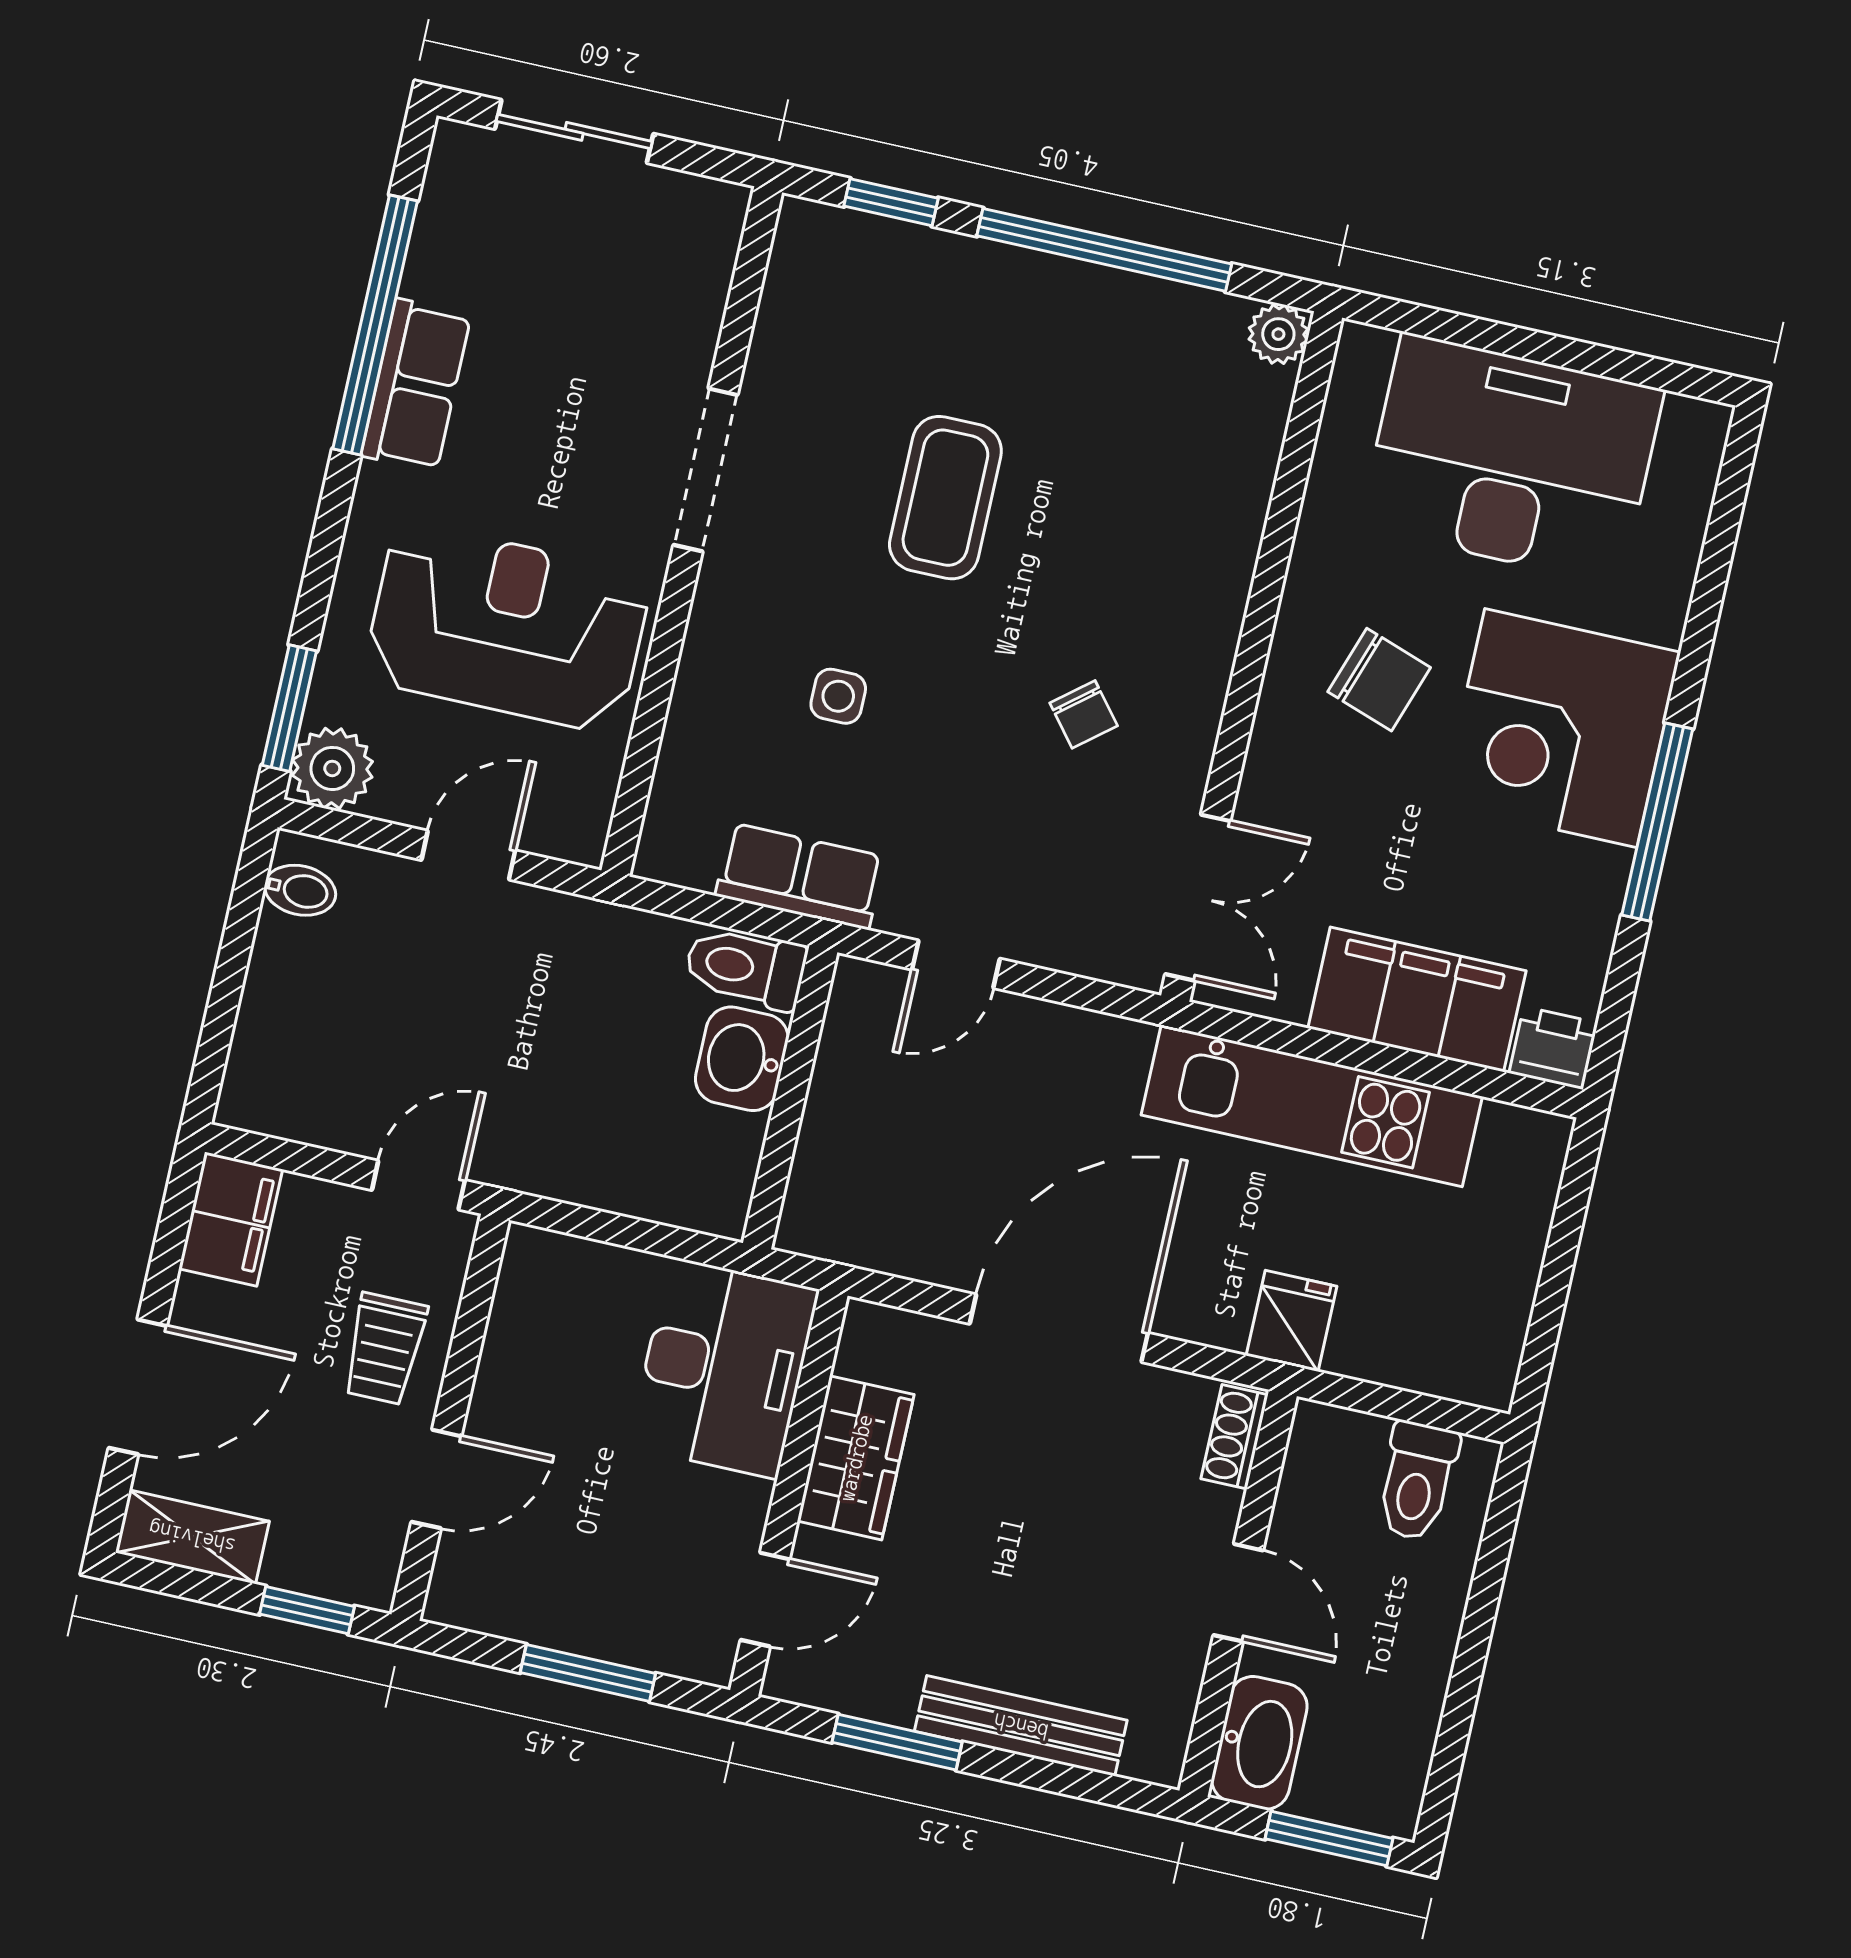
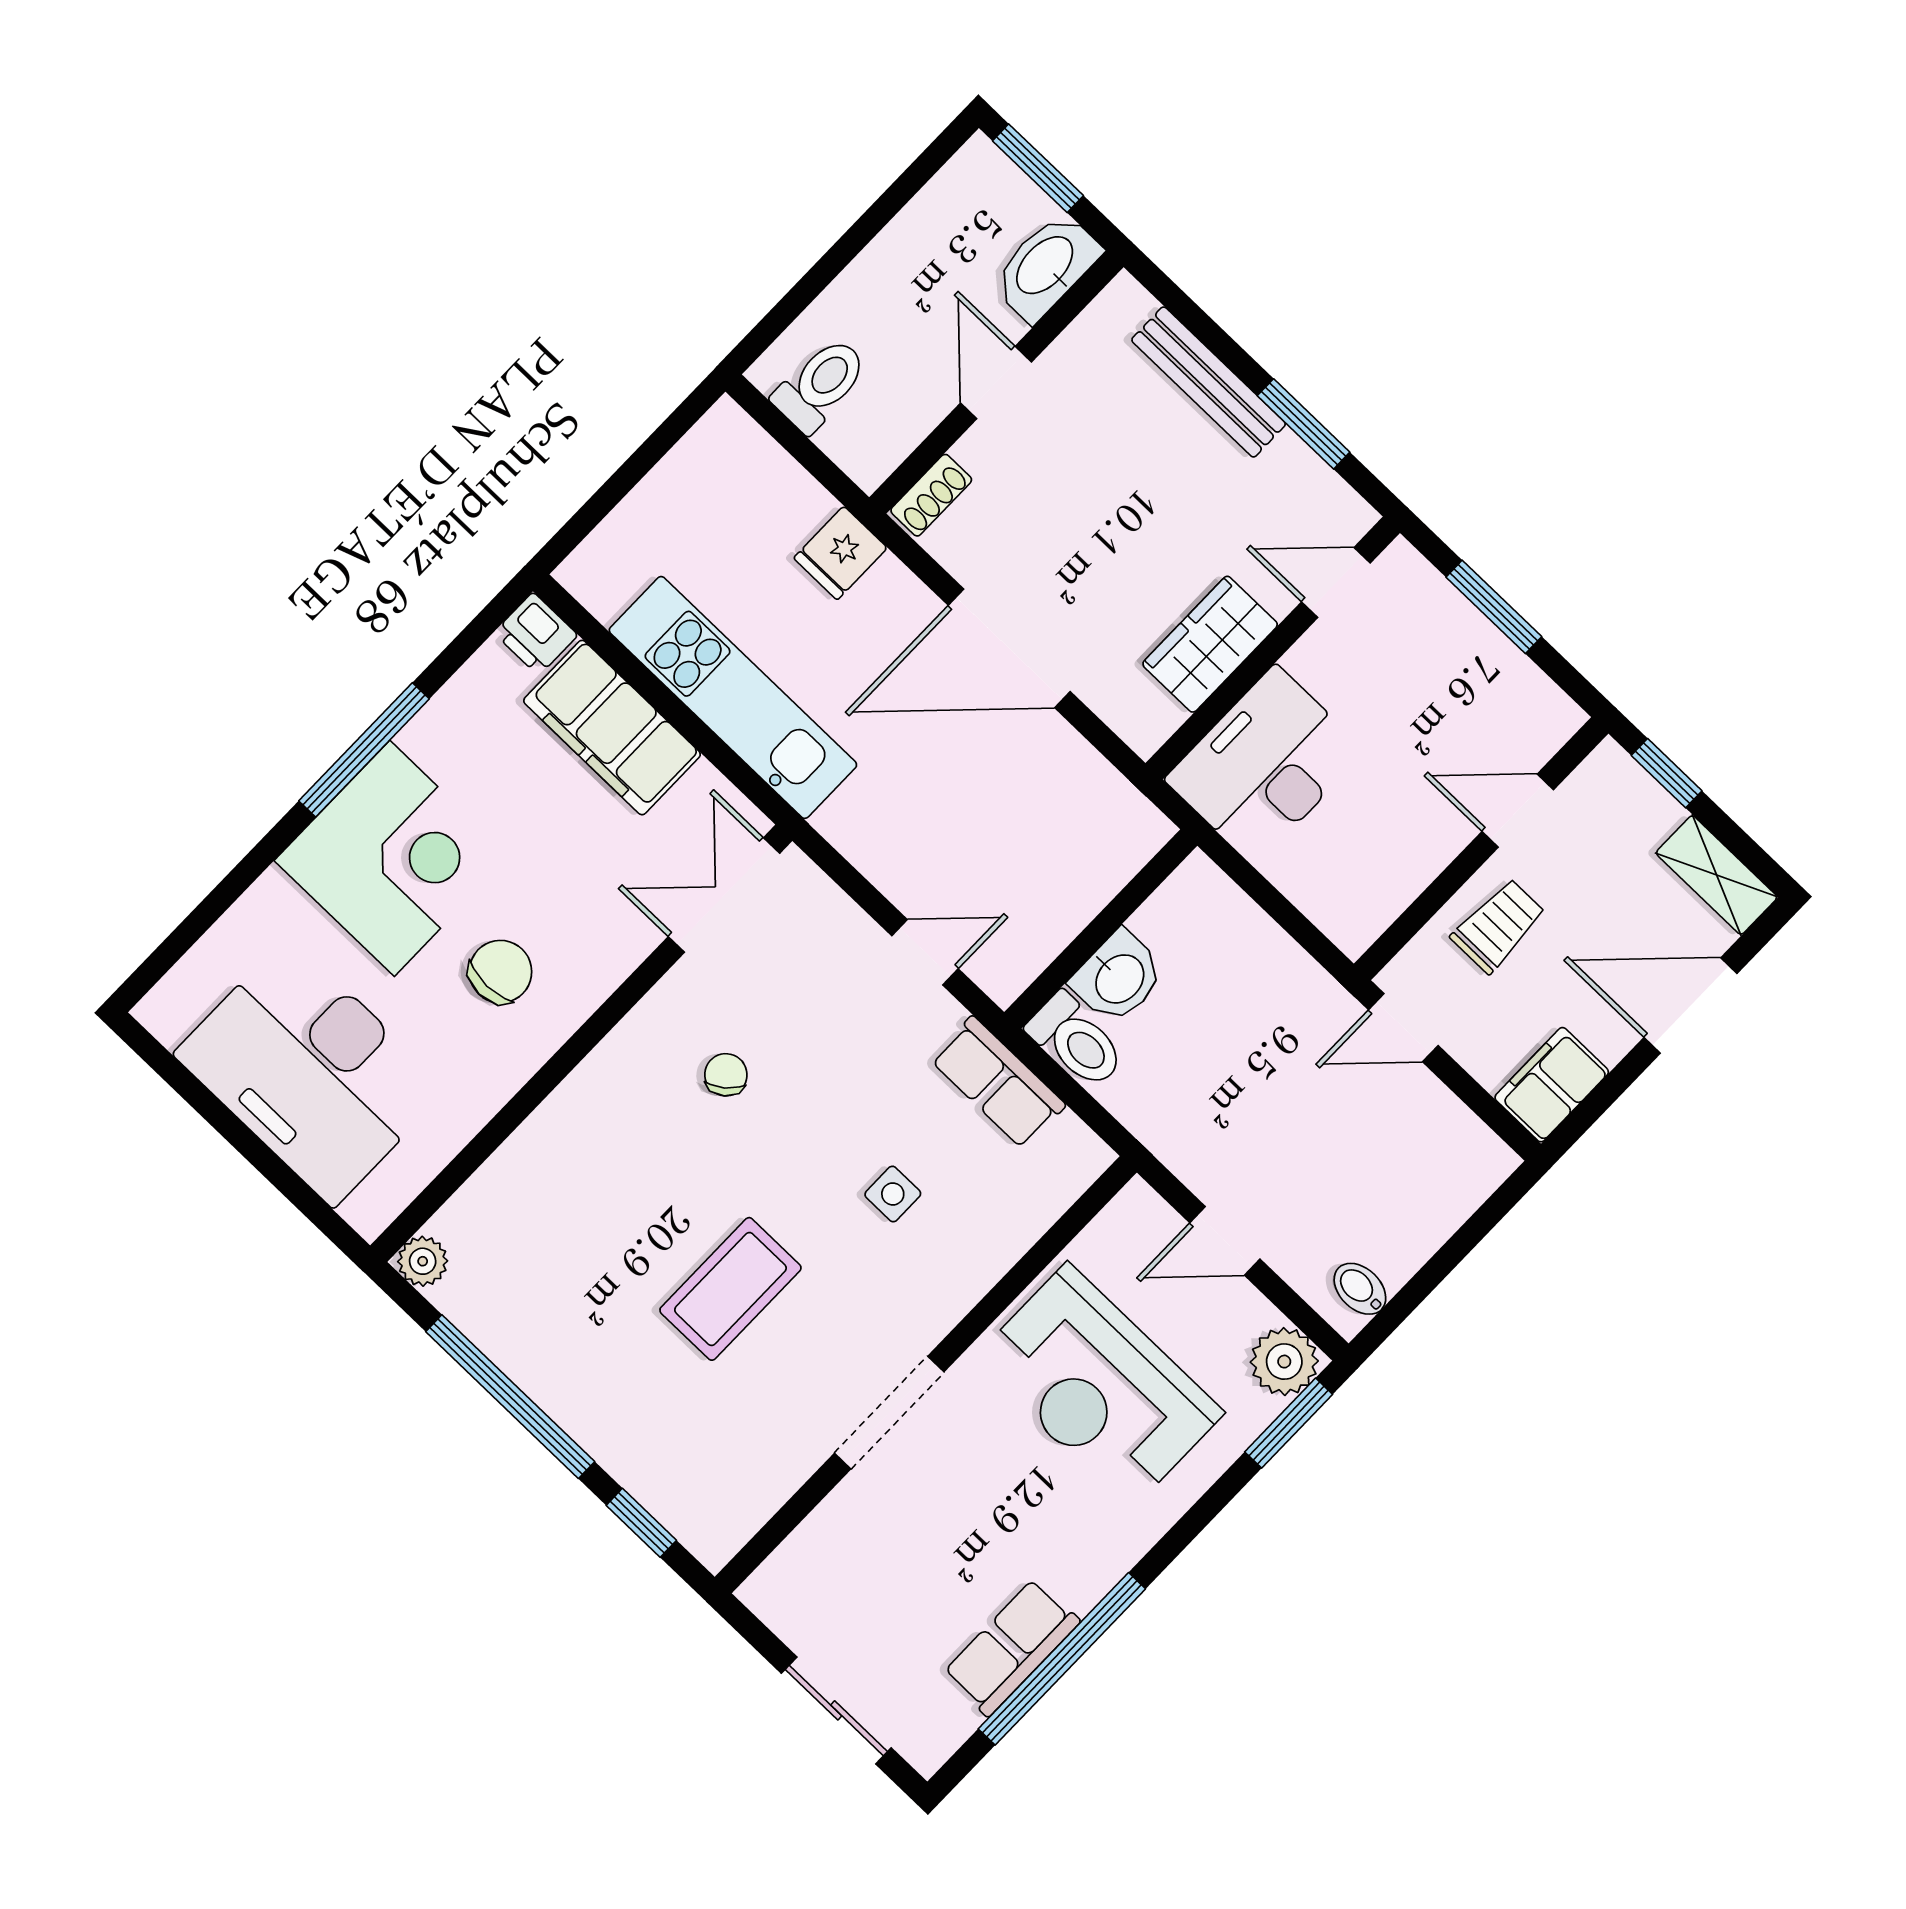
row of seats: (416, 385) -> (1012, 1647), moved
chair: (1379, 680) -> (500, 972), turned 71

